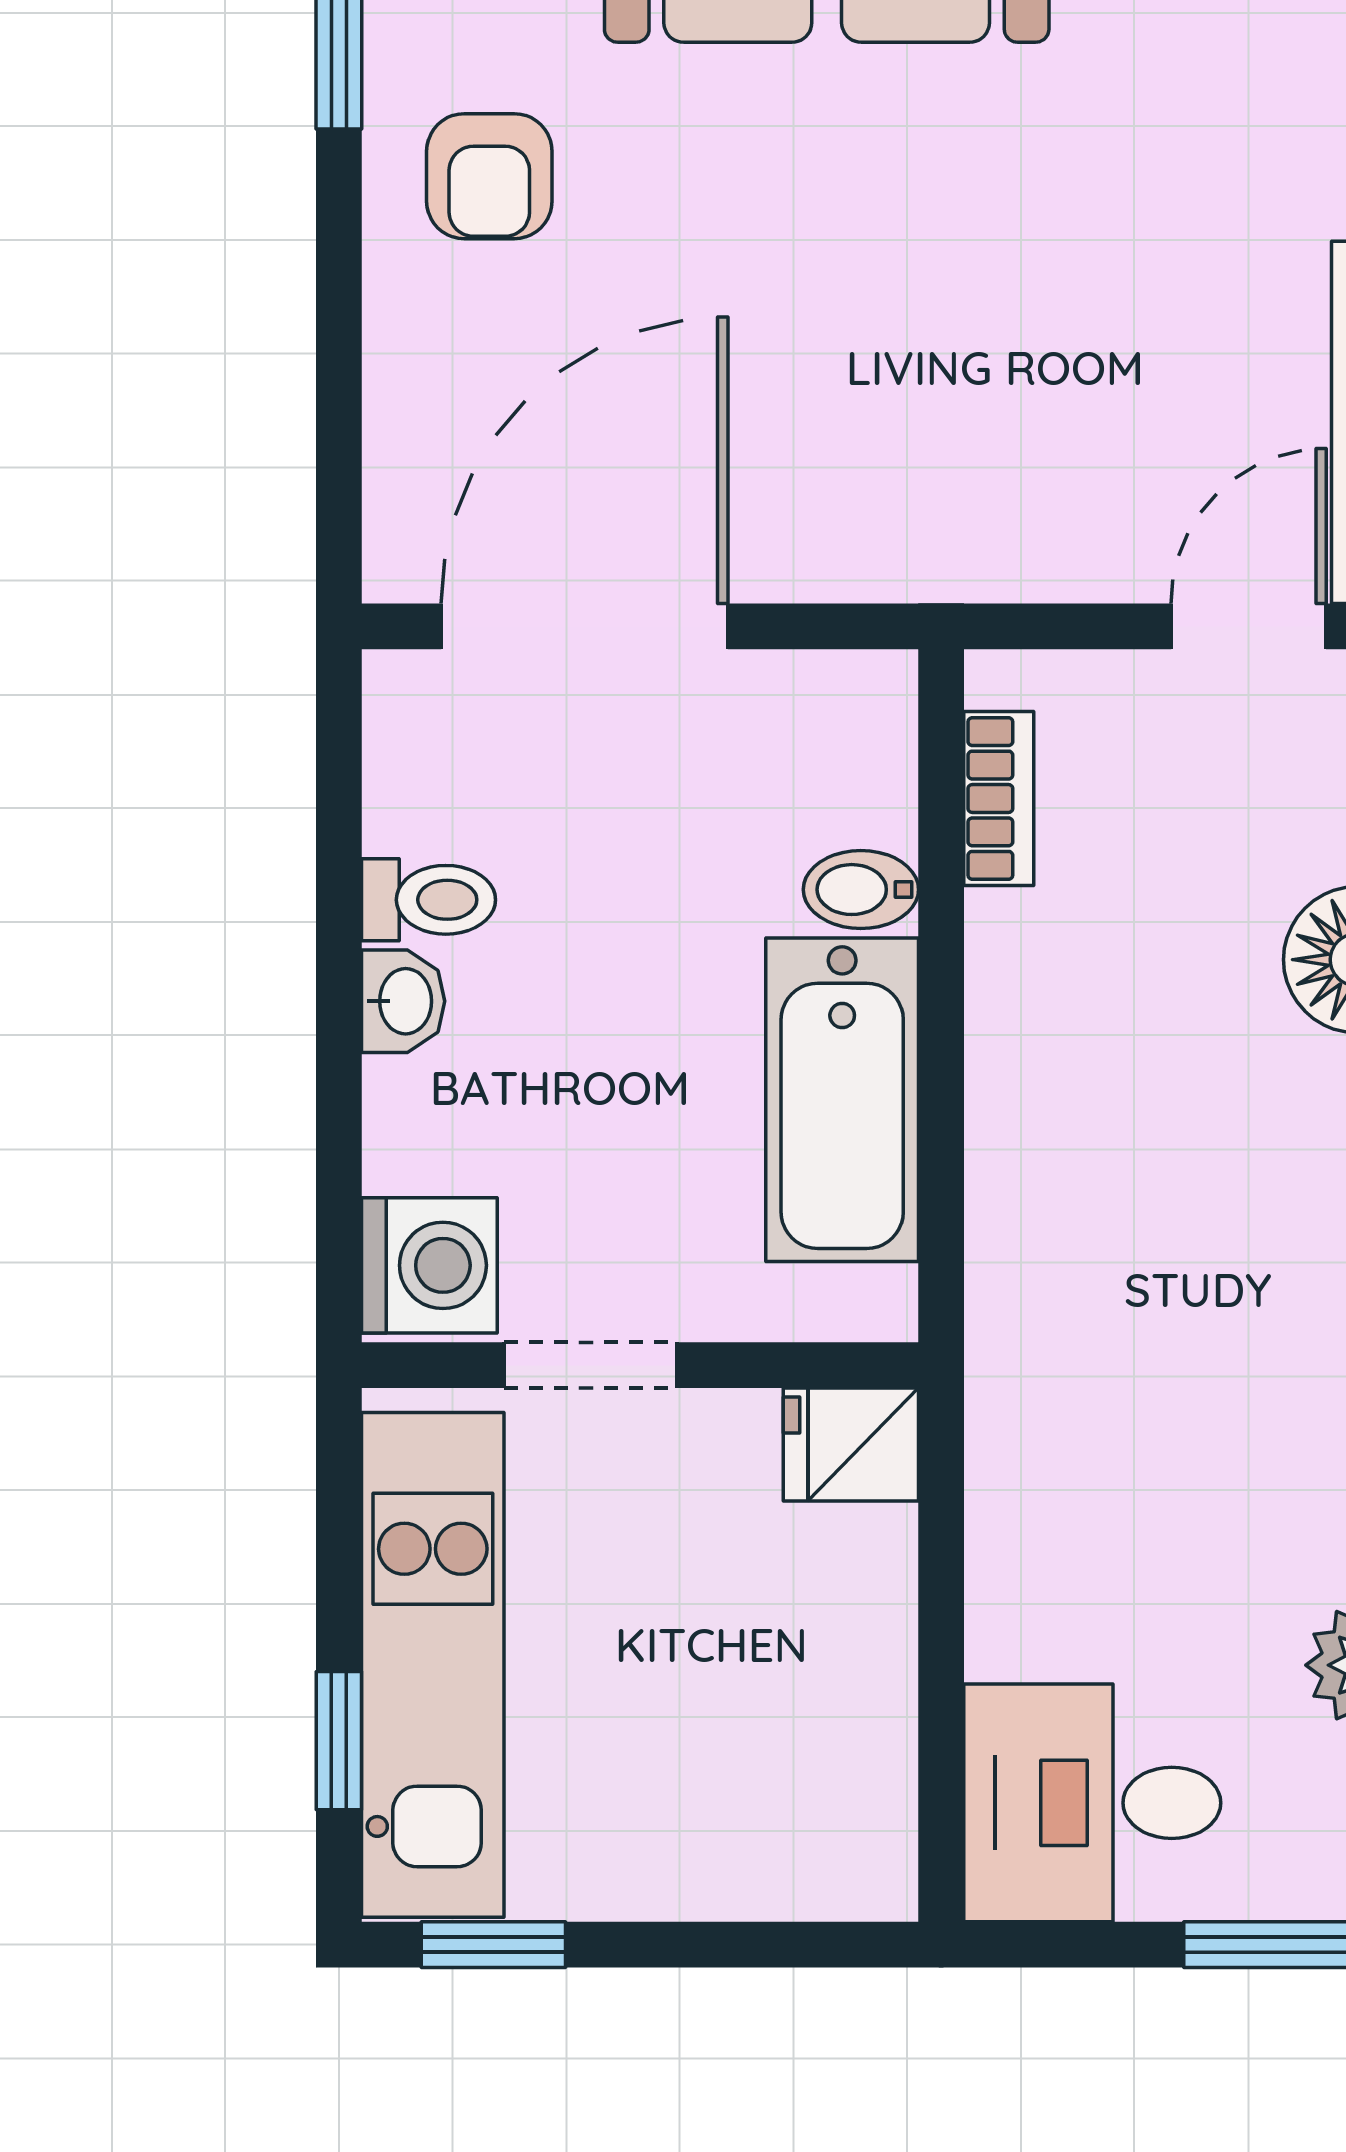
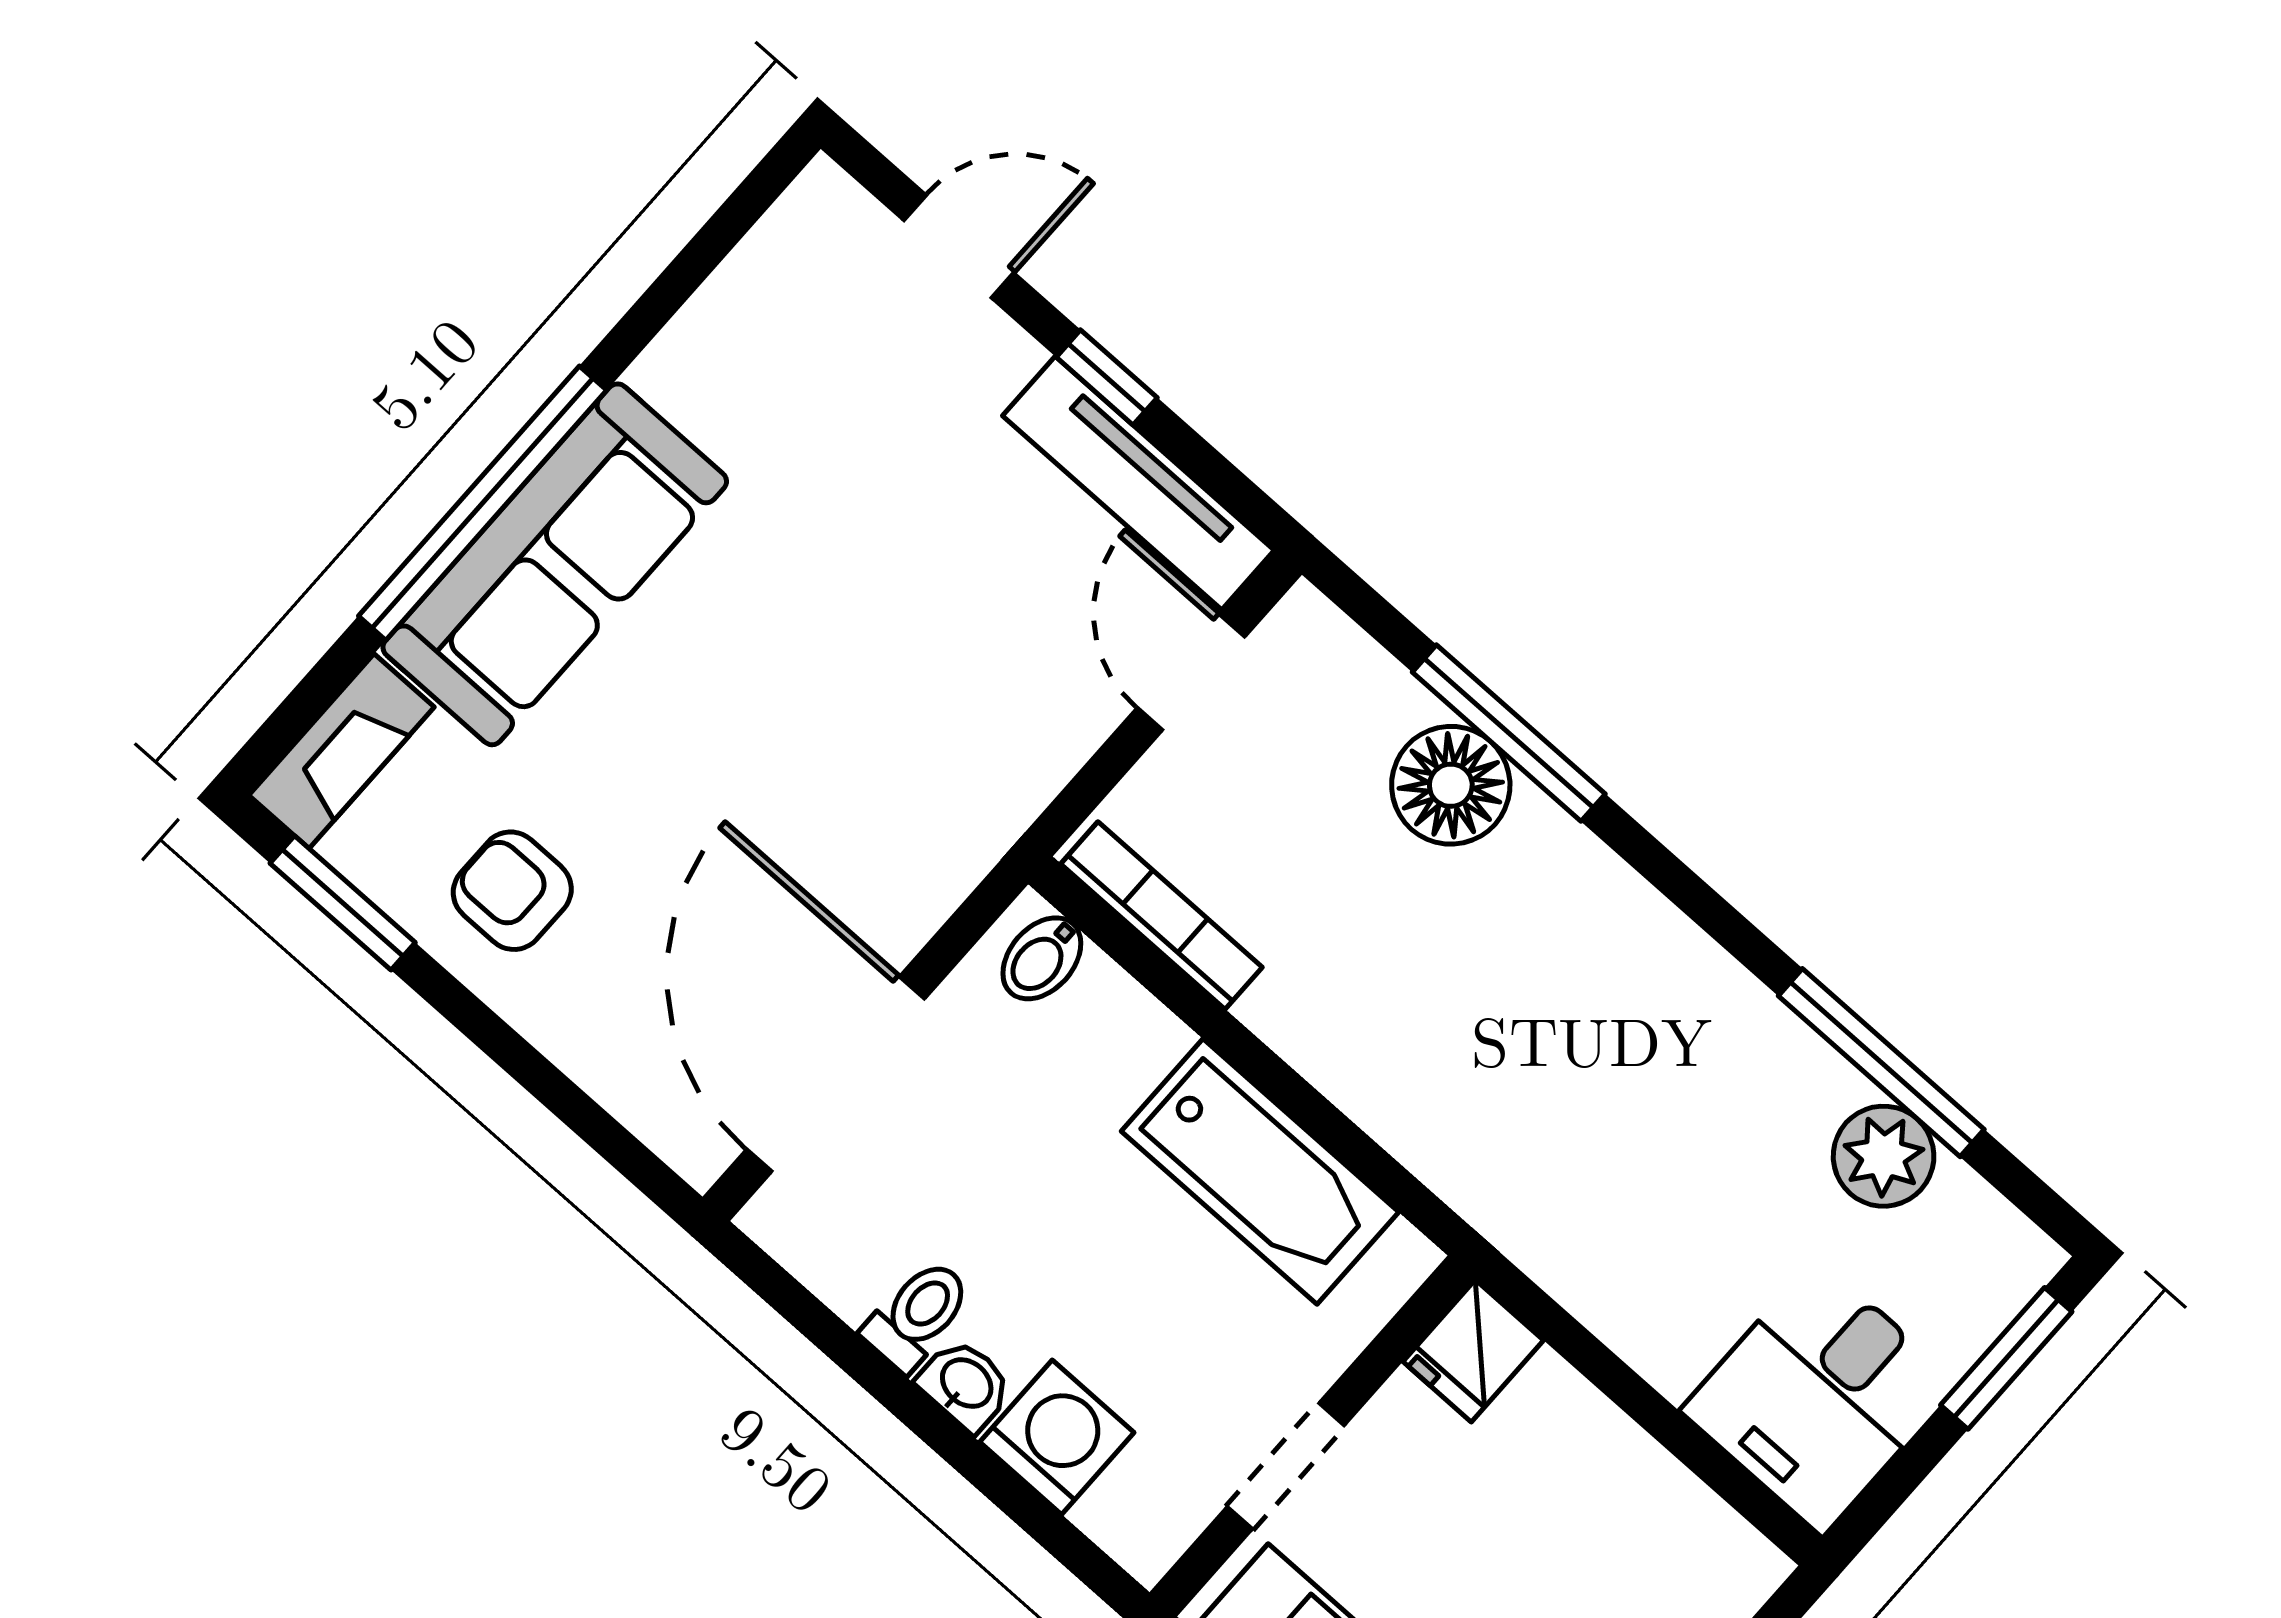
armchair: (489, 176) -> (512, 891), turned 180
bookcase: (999, 798) -> (1162, 916), width x1.56
bidet: (861, 890) -> (1042, 958), moved
washing machine: (429, 1265) -> (1057, 1437), moved

